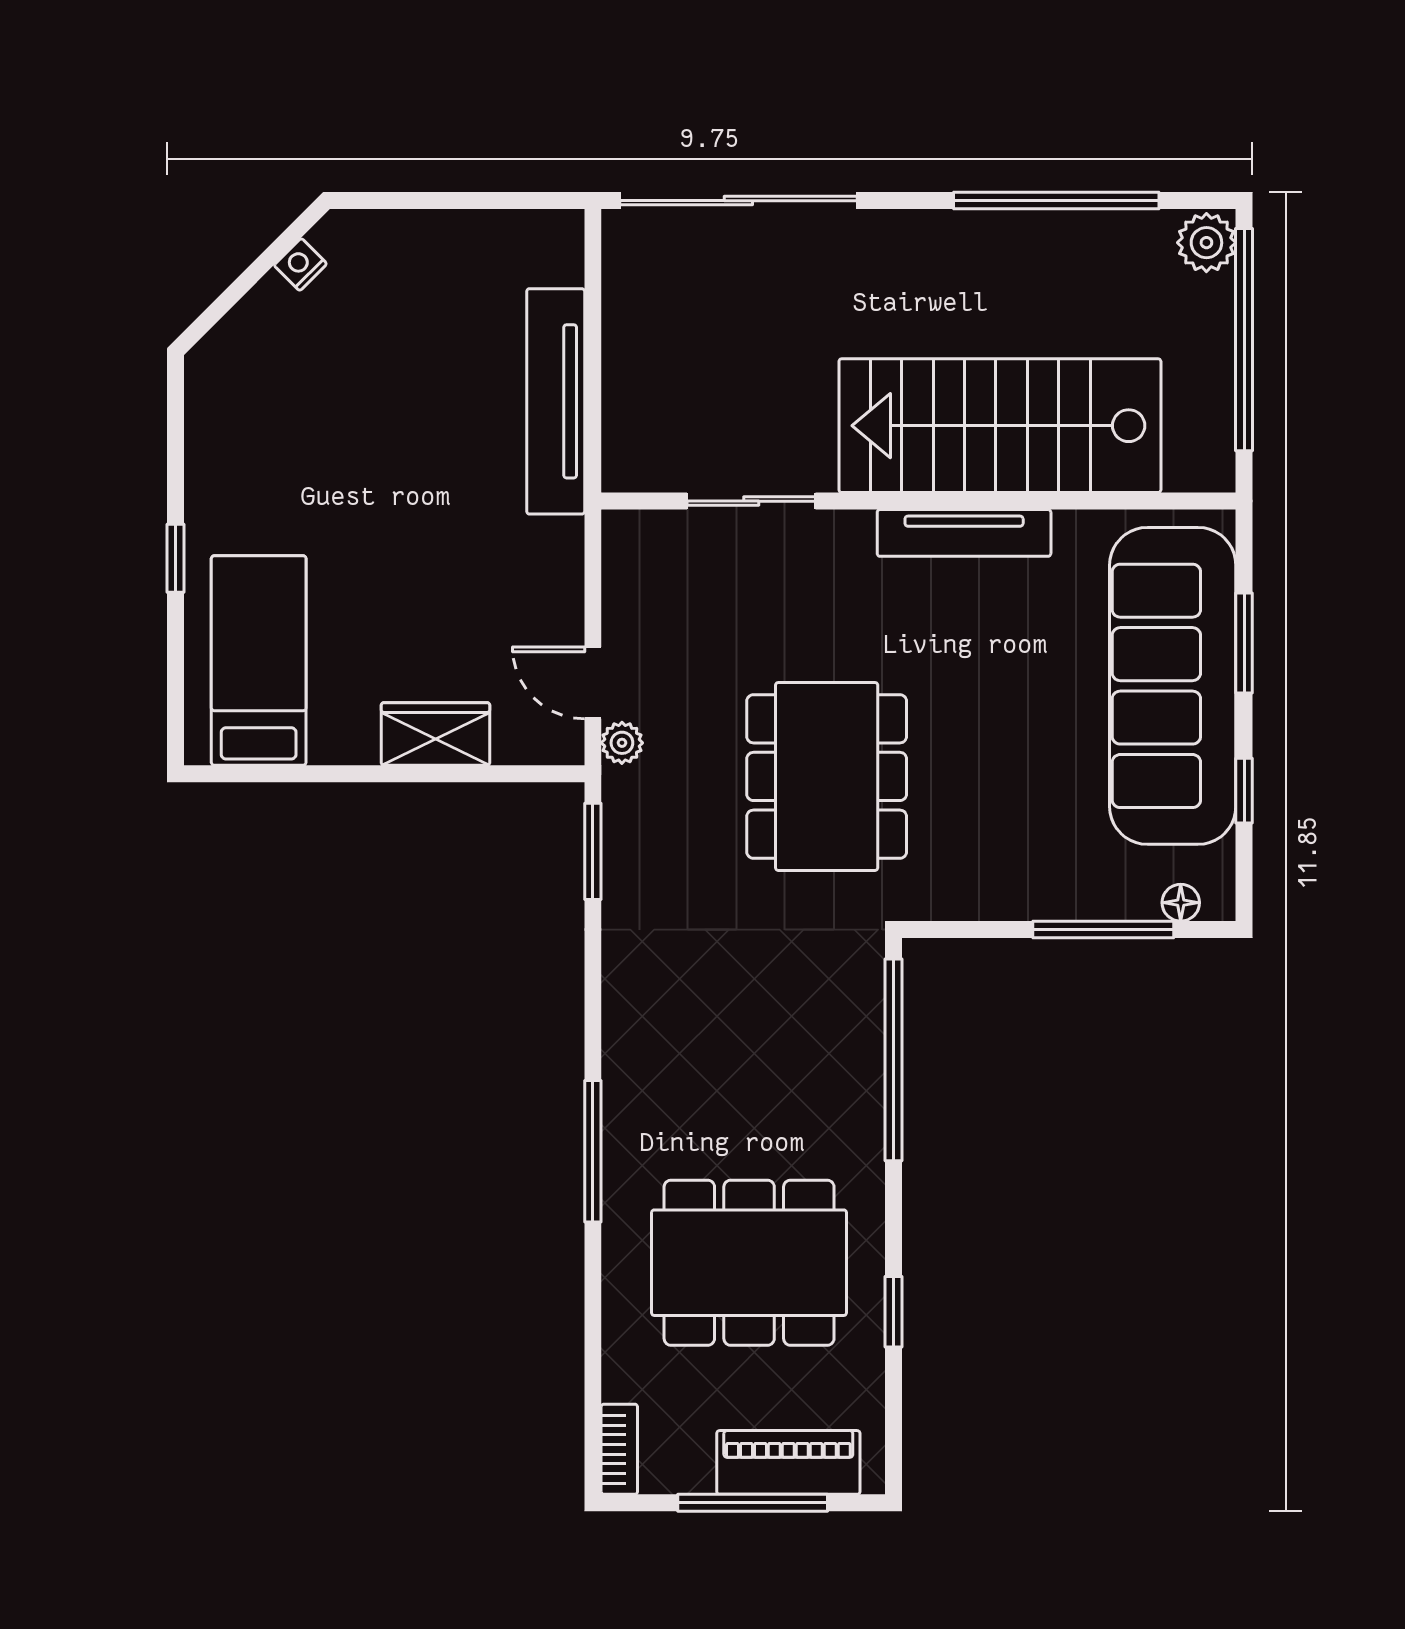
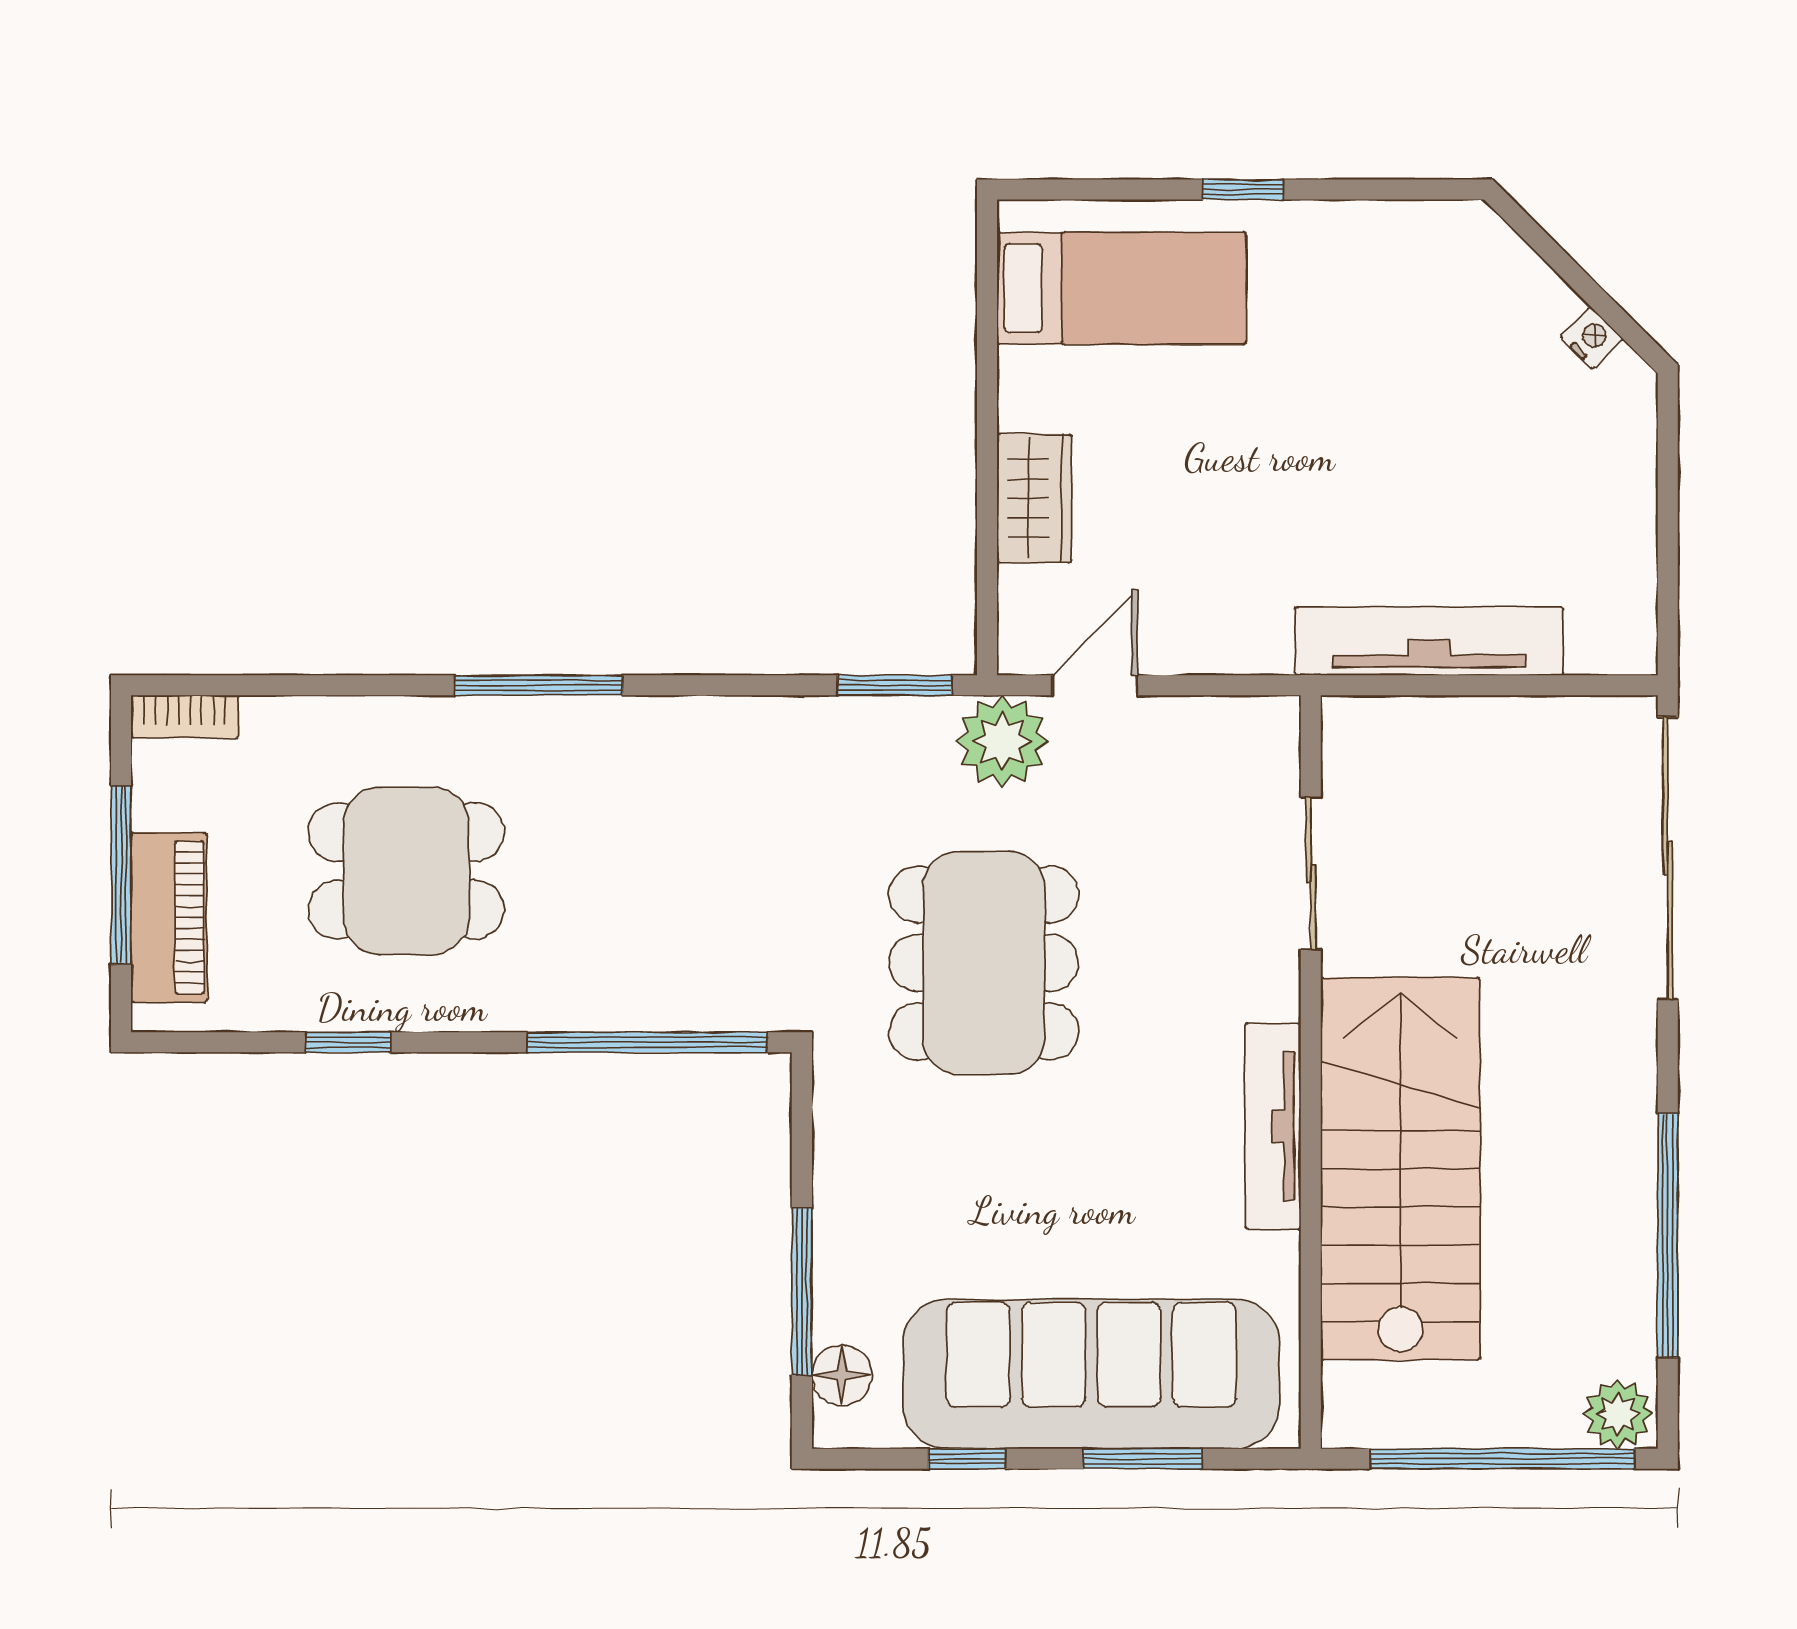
plant: (622, 743) -> (1002, 741), width x1.88, depth x1.88
dining table: (827, 776) -> (984, 963), turned 90
floor lamp: (1181, 903) -> (842, 1375), width x1.37, depth x1.37
dining table: (749, 1263) -> (406, 871), width x0.73

